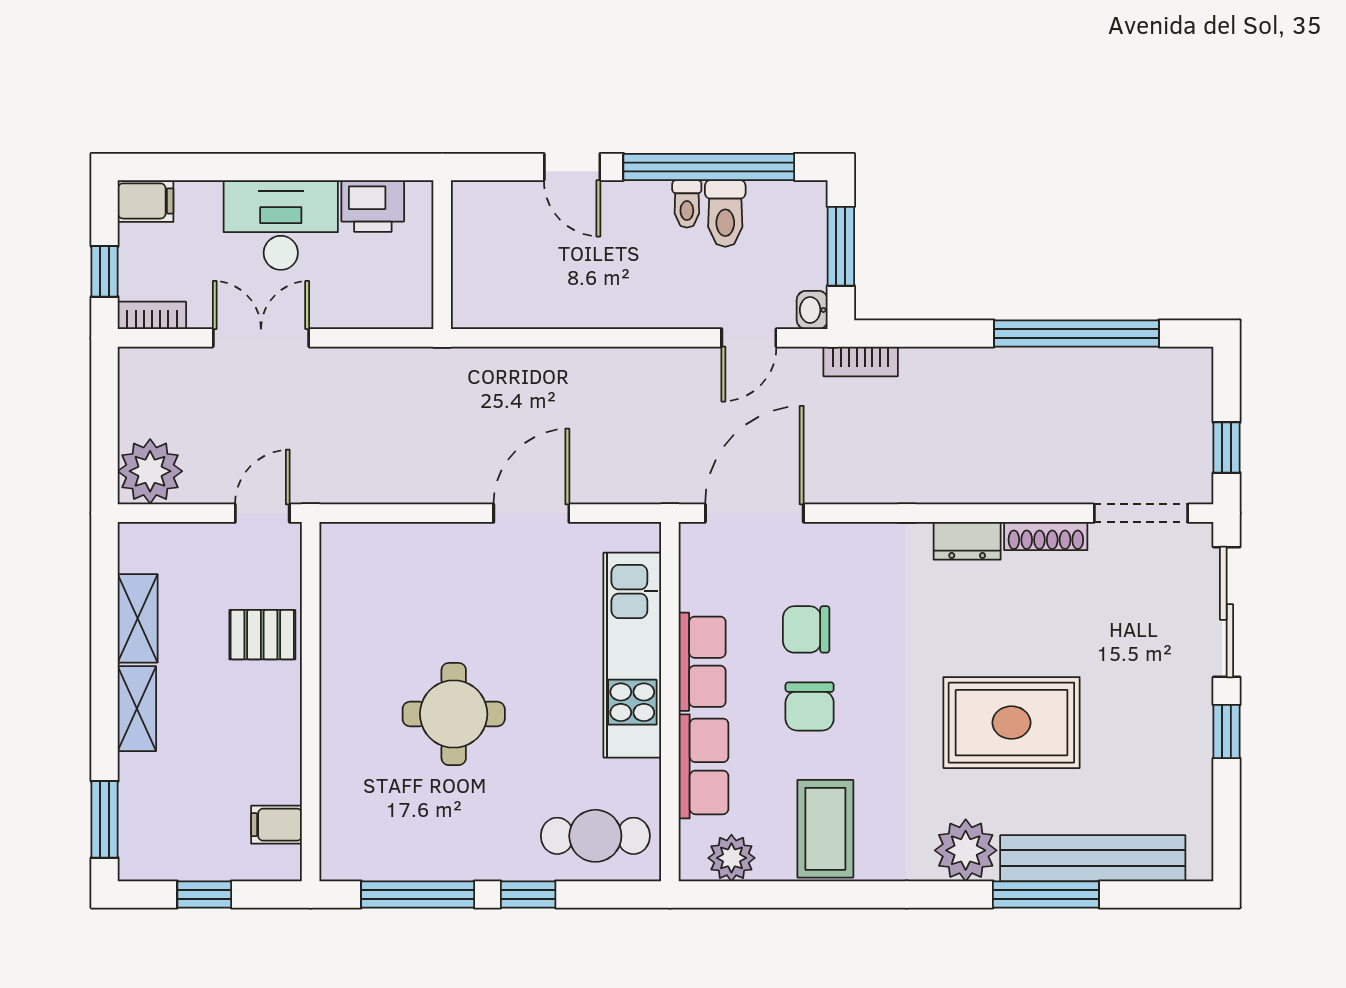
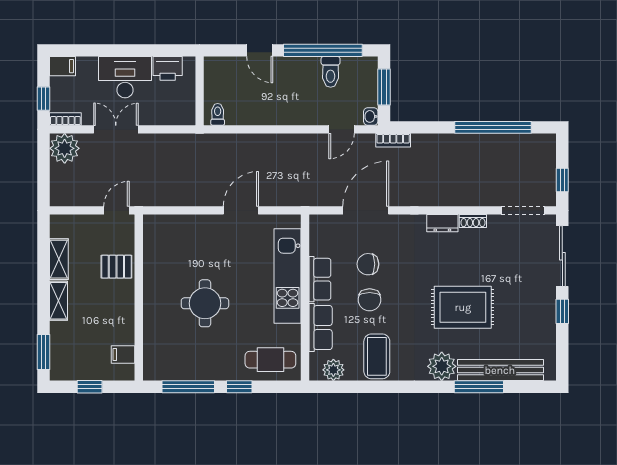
toilet: (687, 204) -> (218, 114), moved, turned 180
plant: (150, 471) -> (65, 148), moved
door: (754, 513) -> (366, 210), moved
shoe rack: (1046, 536) -> (473, 221), width x0.70

